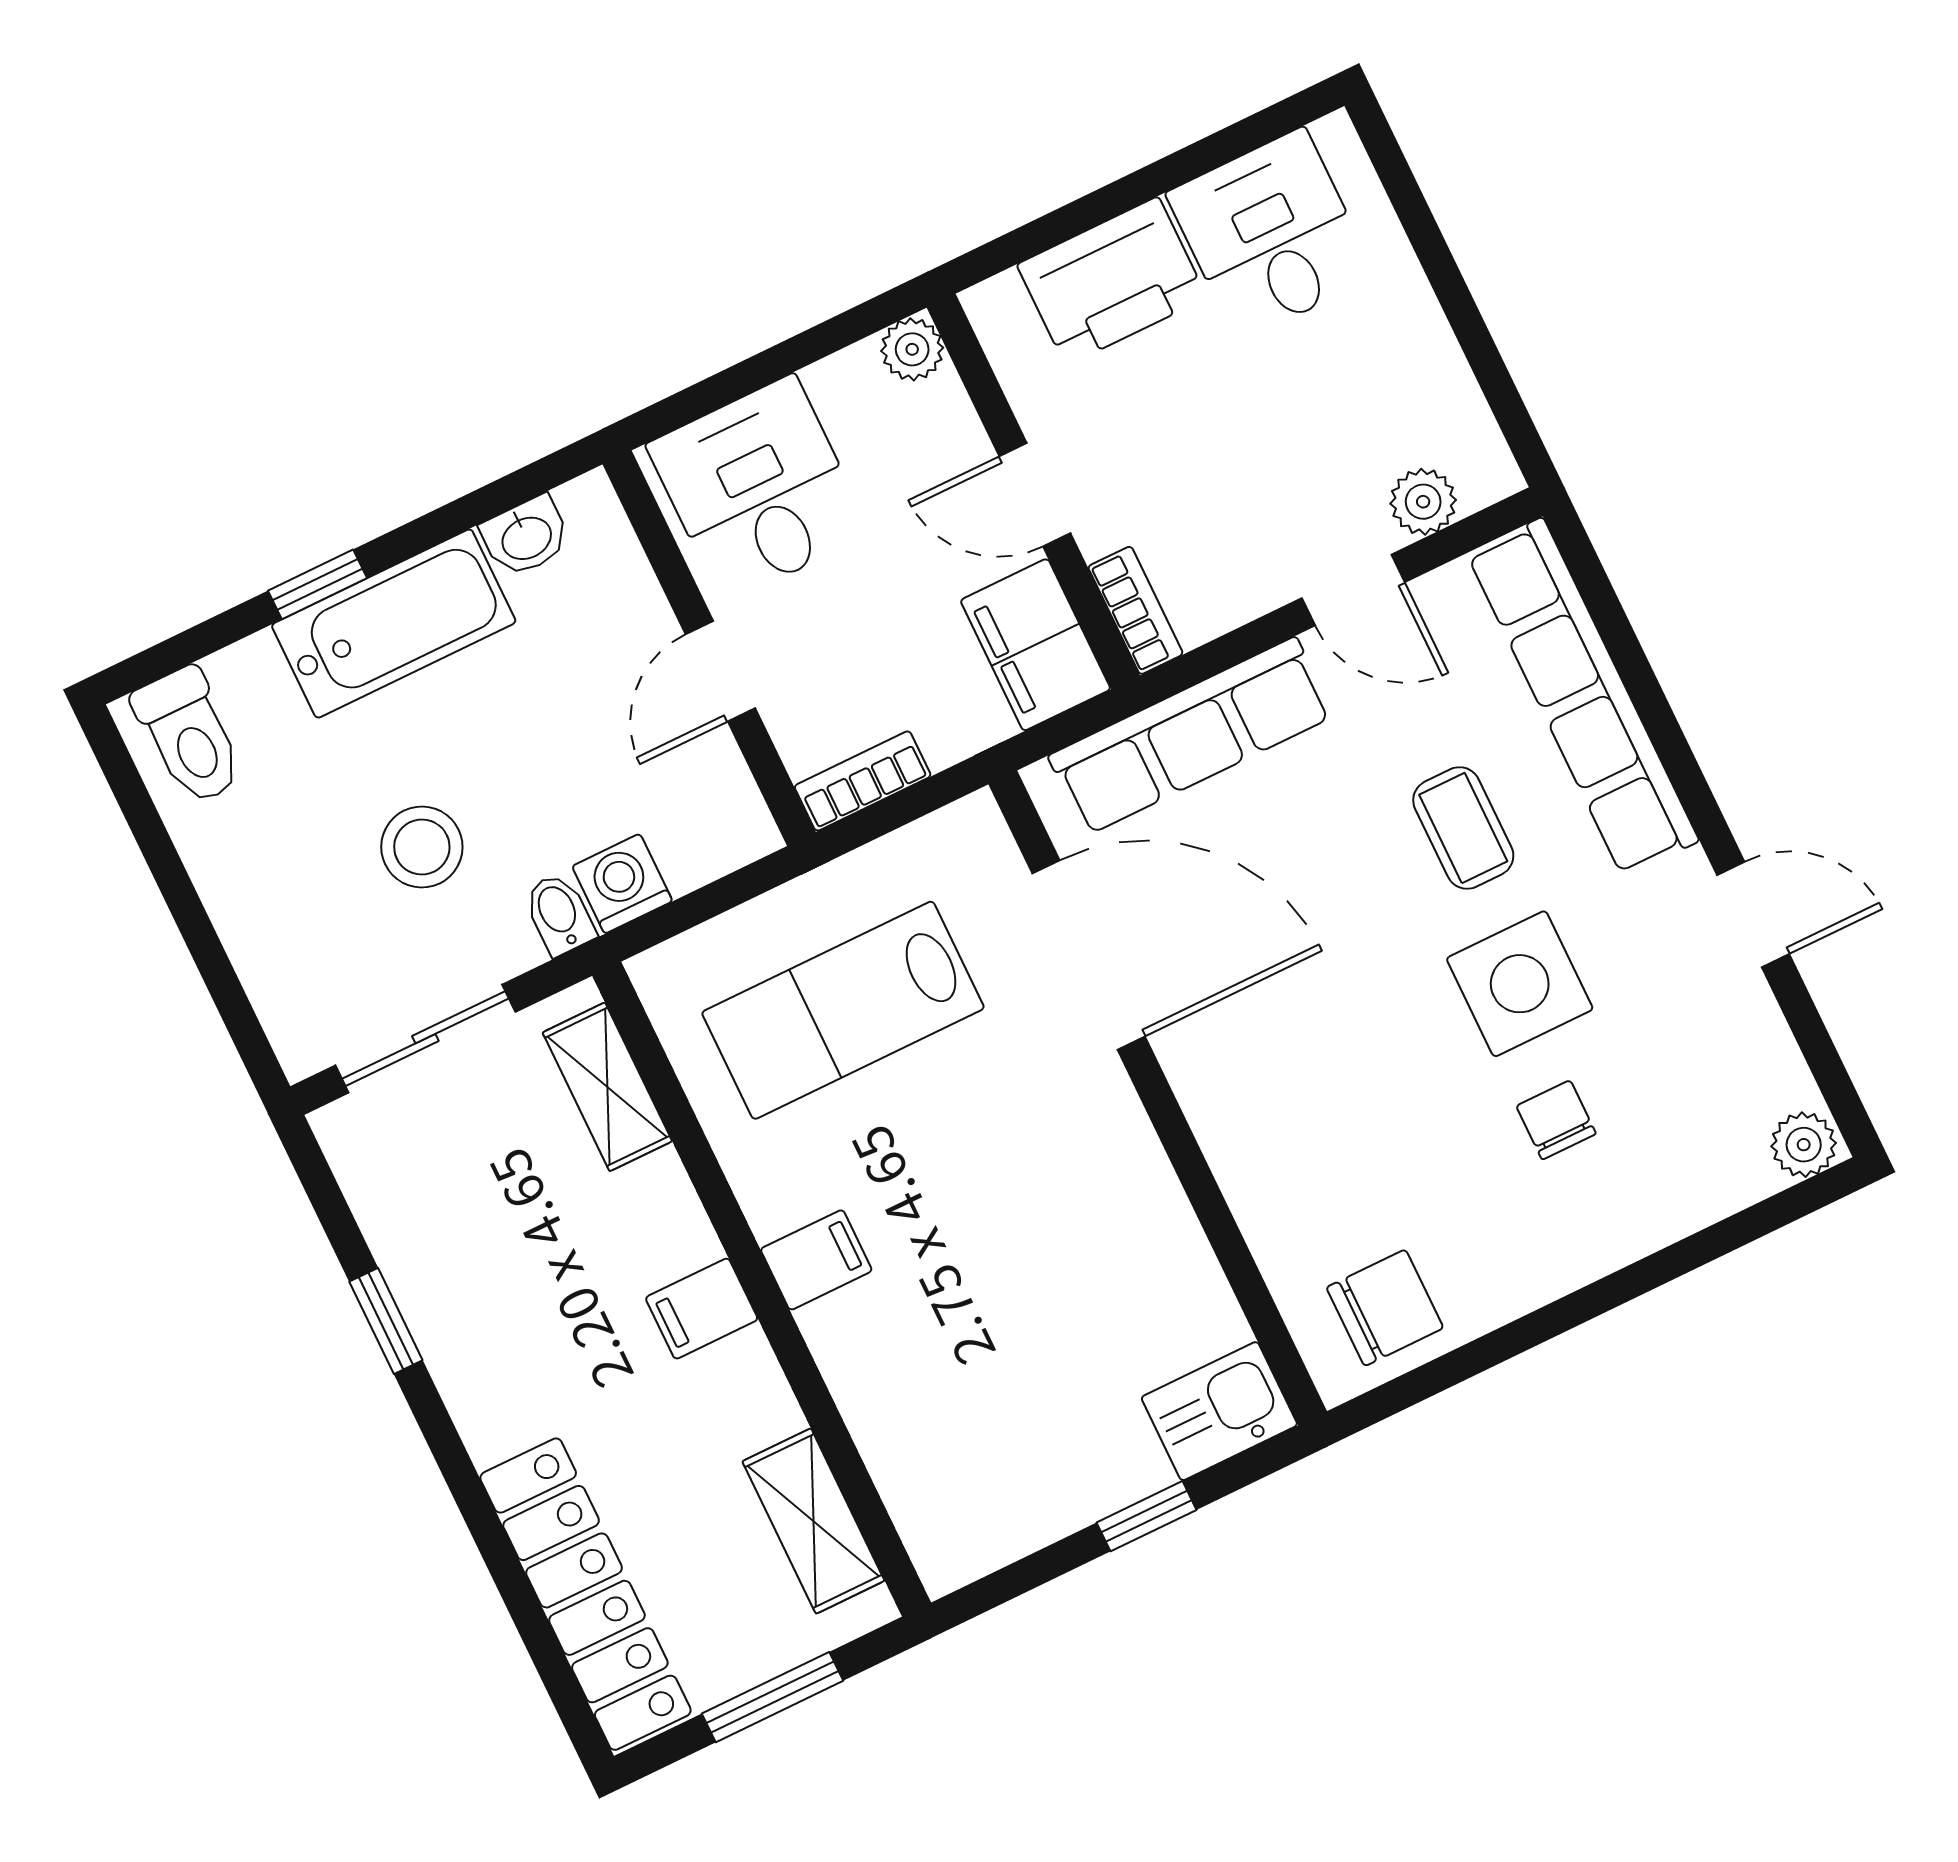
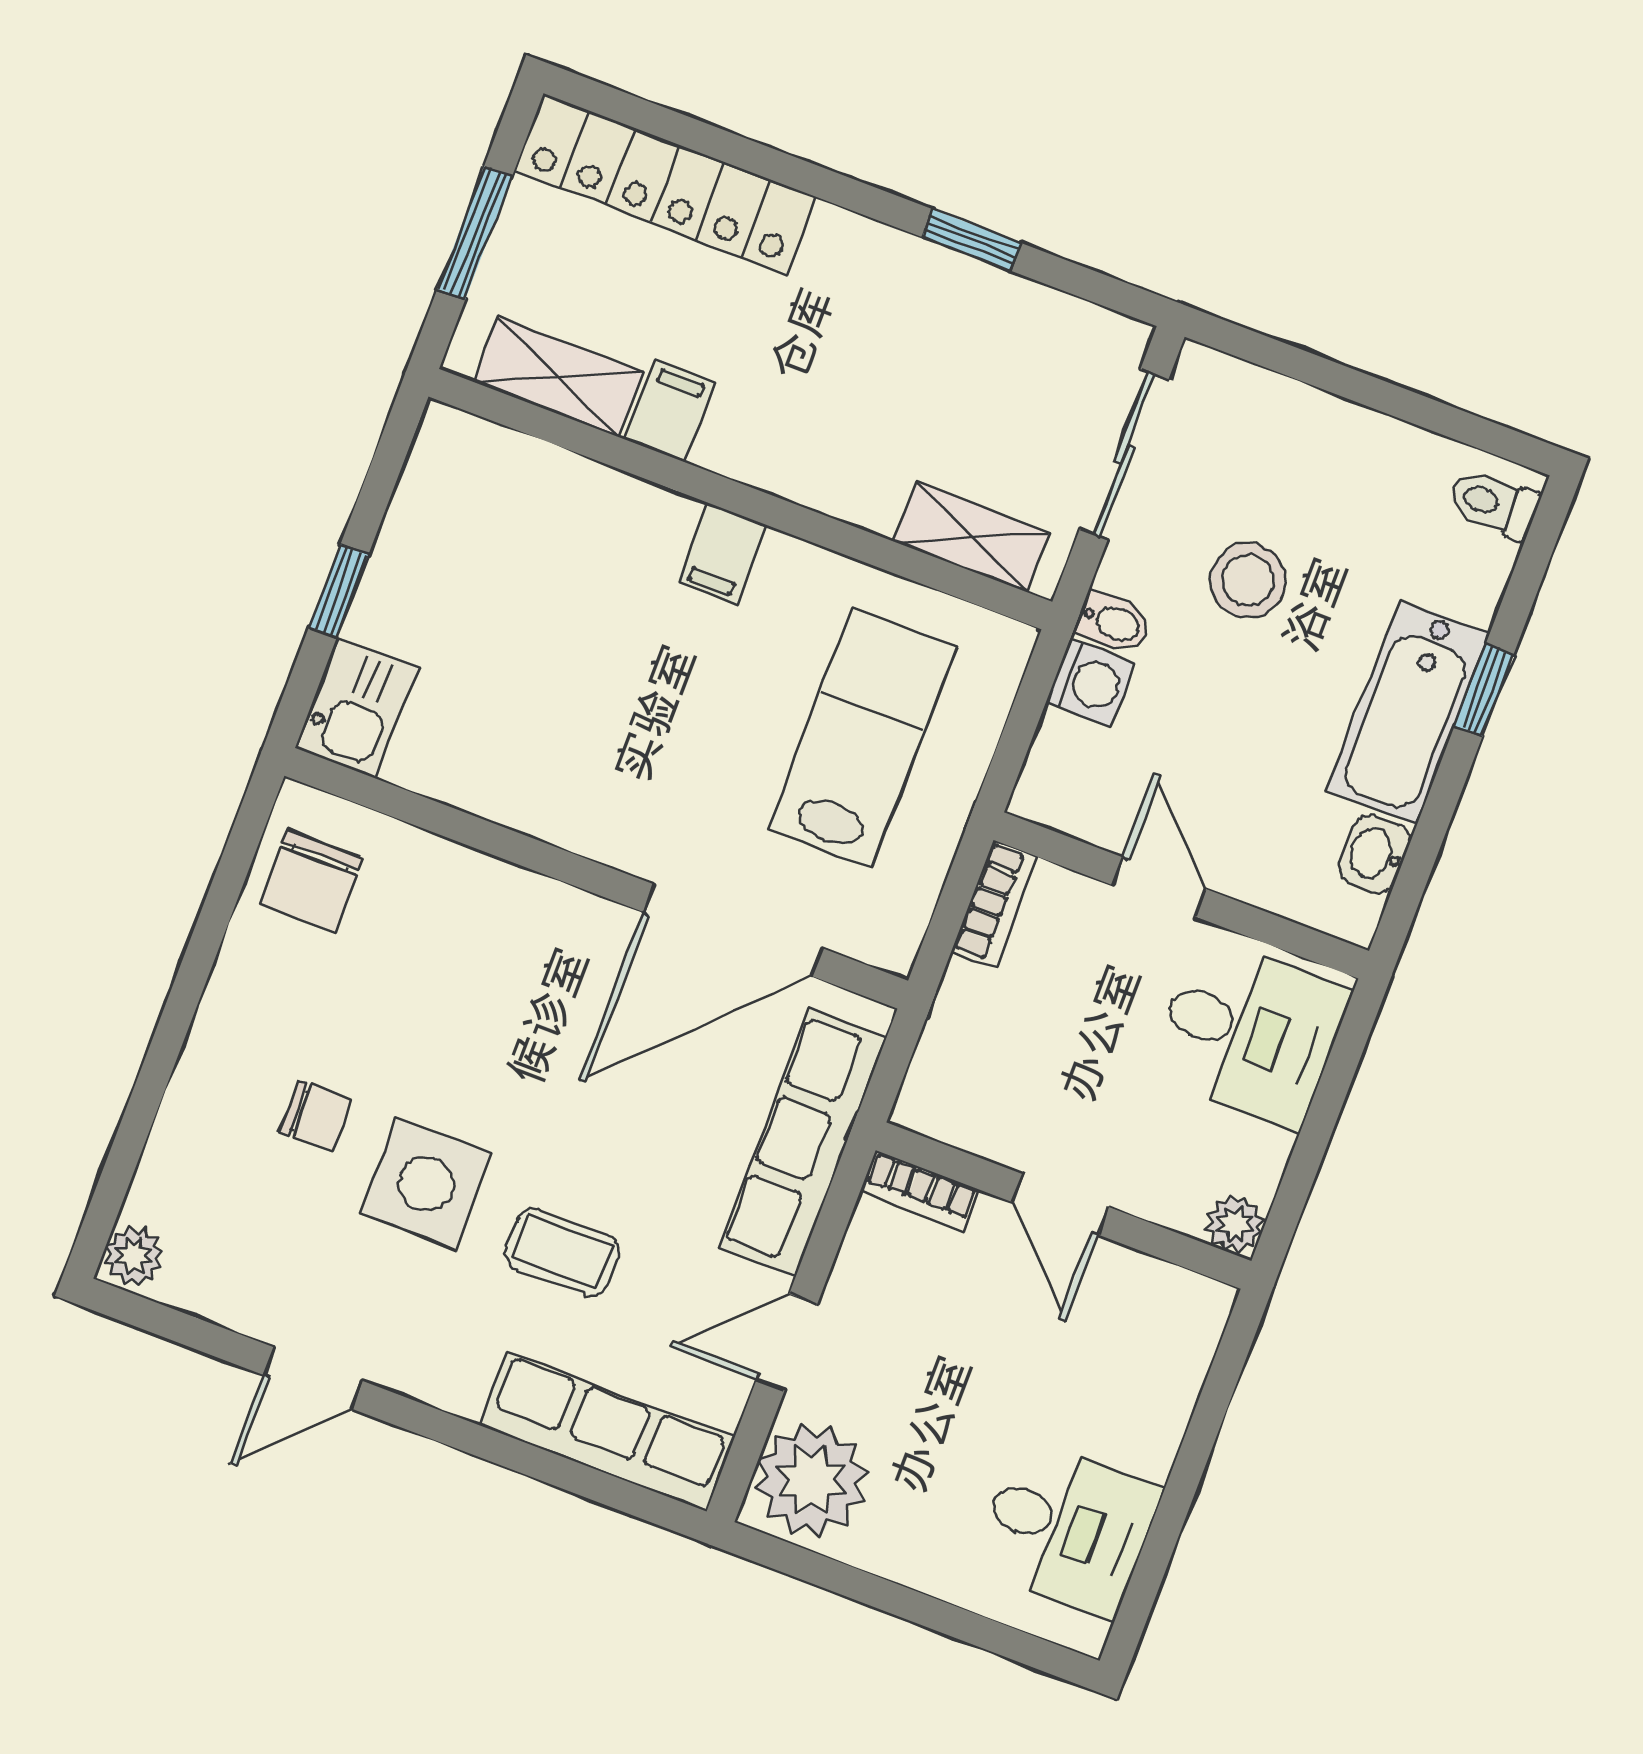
printer: (1112, 281) -> (1144, 1396), removed
door: (1035, 495) -> (1060, 1204), swing flipped
plant: (1423, 502) -> (811, 1480), width x1.87, depth x1.87
filing cabinet: (1036, 645) -> (965, 1104), removed
row of seats: (1583, 697) -> (607, 1432), width x0.73
toilet: (189, 736) -> (1493, 504), width x0.73, depth x0.72
filing cabinet: (702, 1309) -> (670, 411), moved

